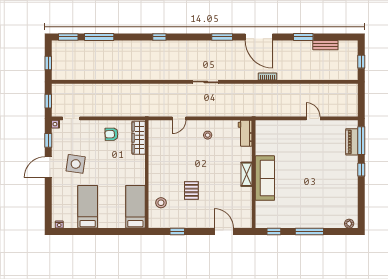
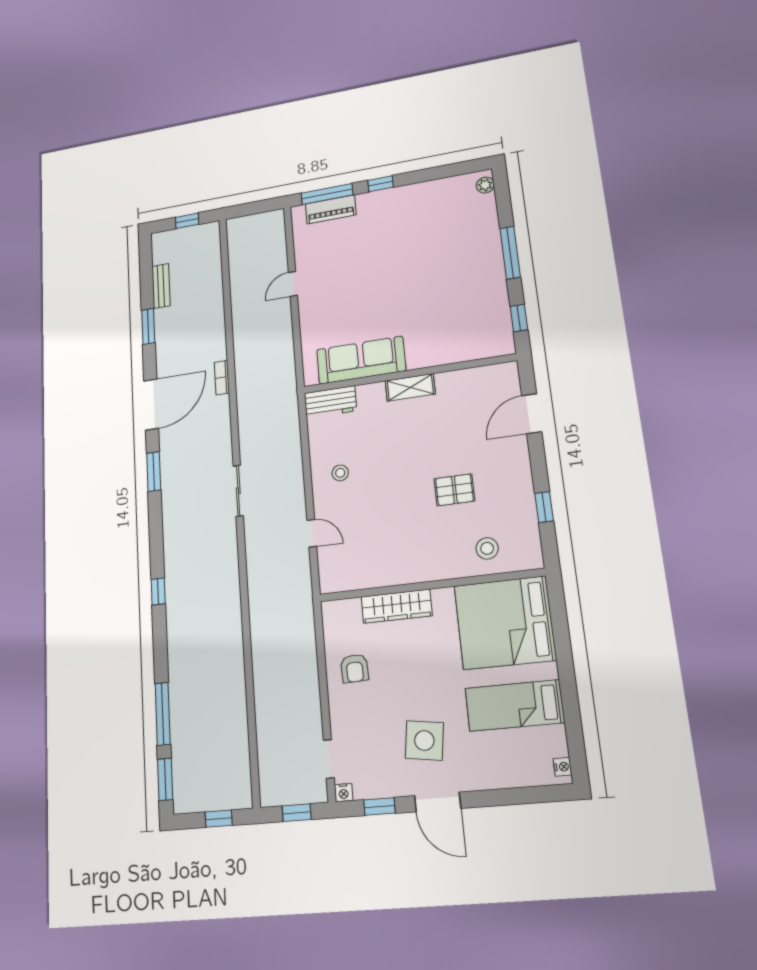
wardrobe: (139, 138) -> (397, 606), moved
sofa: (265, 178) -> (361, 360), moved
bed: (135, 207) -> (505, 623), width x2.04

